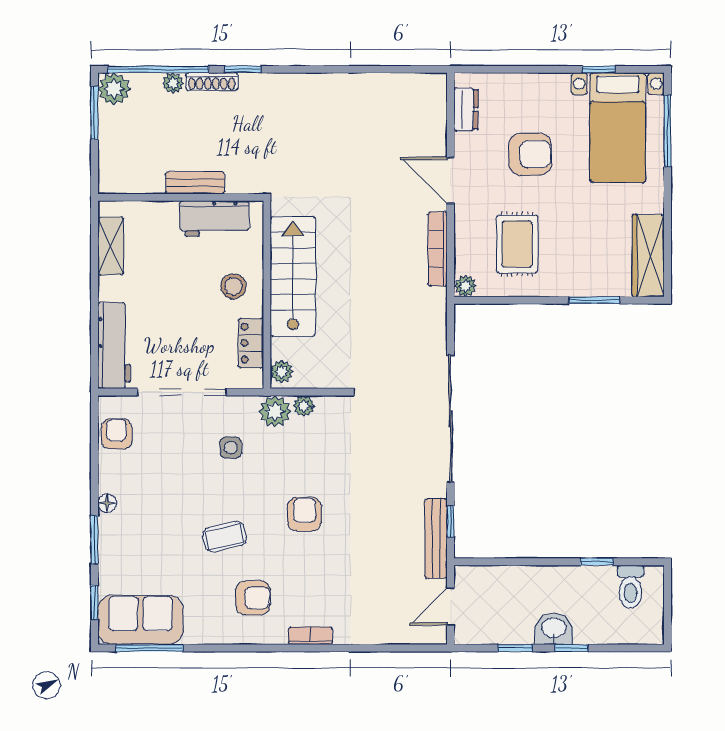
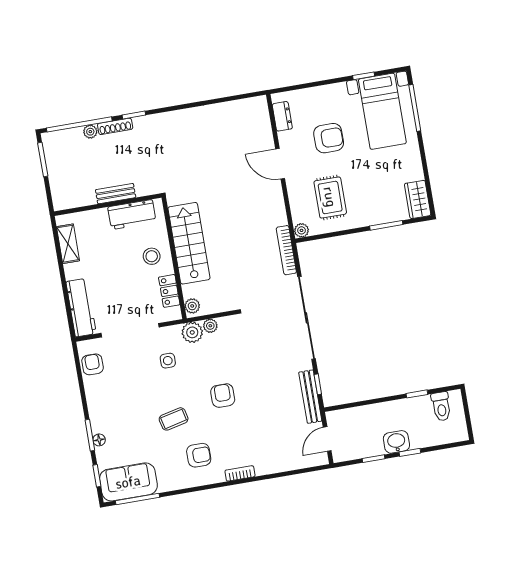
plant: (114, 89) -> (53, 142), removed
bookcase: (438, 249) -> (286, 250), moved
wardrobe: (648, 256) -> (418, 199), width x0.67
floor lamp: (107, 503) -> (99, 440), moved

